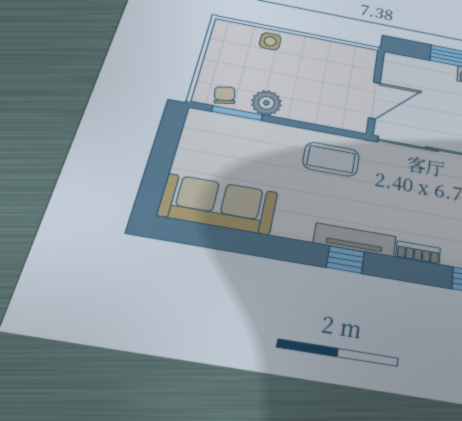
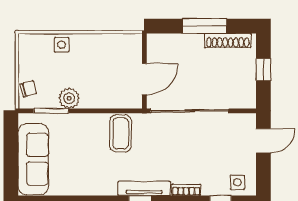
chair: (225, 95) -> (28, 89), moved, turned 86
coffee table: (331, 159) -> (121, 133), turned 90
sofa: (218, 204) -> (33, 159), moved, turned 90

